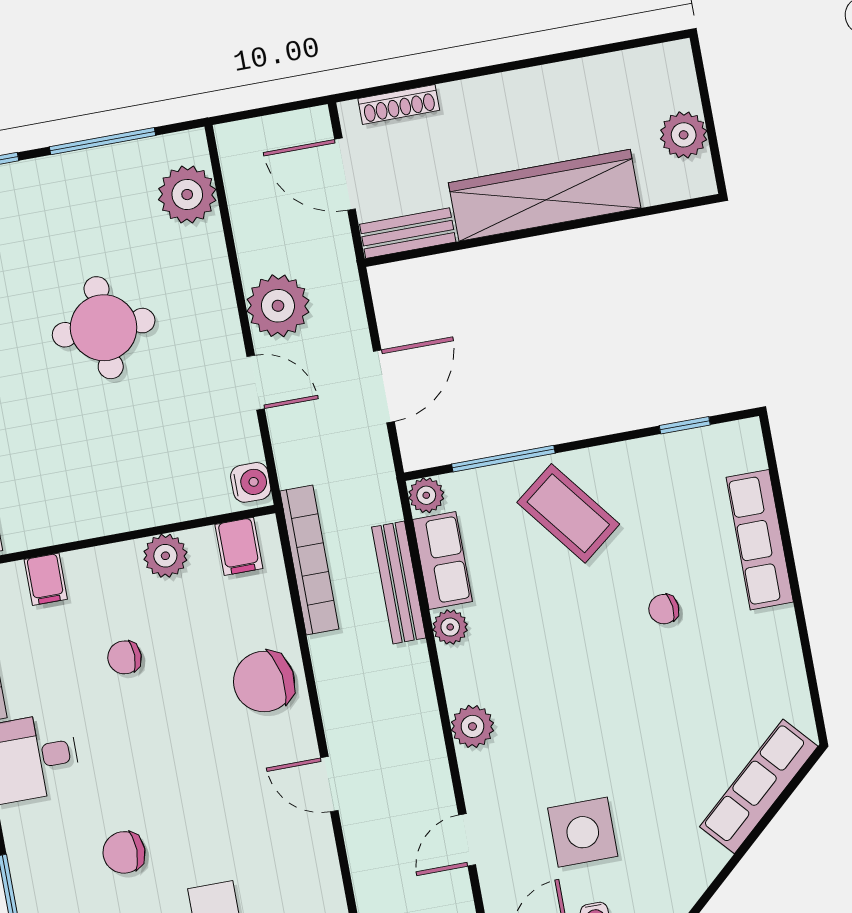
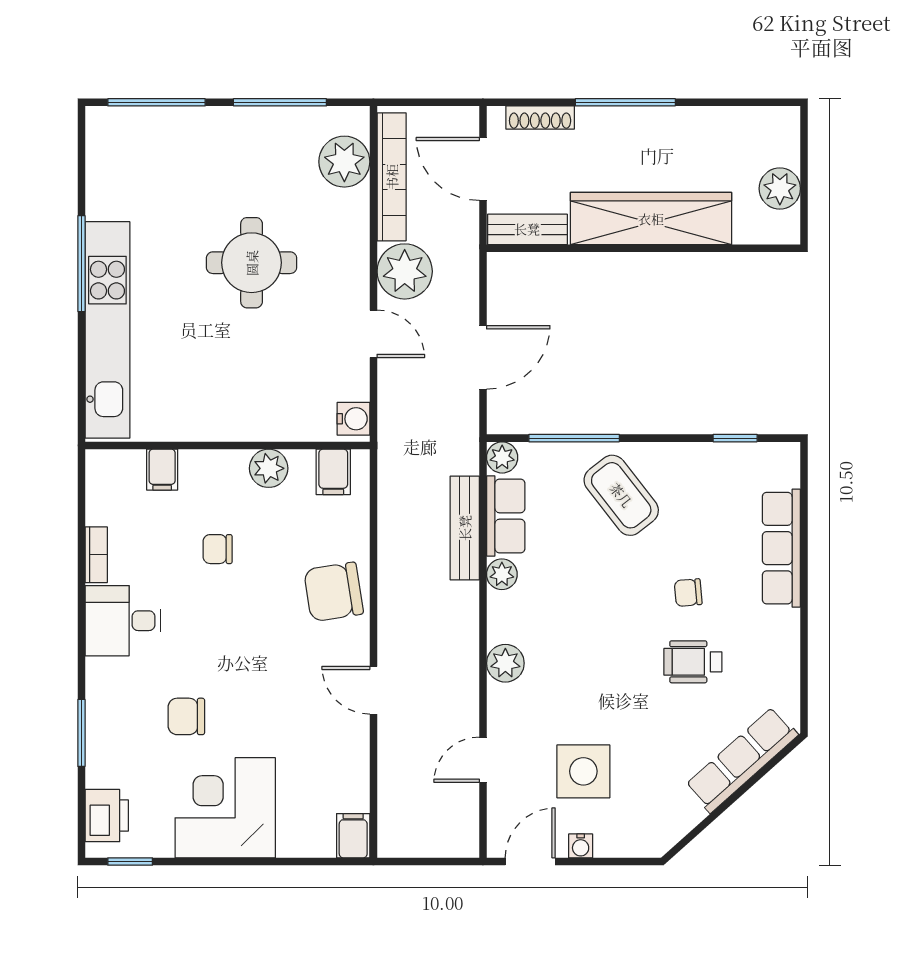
window: (492, 70) -> (625, 102), added
bookcase: (309, 560) -> (392, 177), moved
wheelchair: (684, 686) -> (693, 662), added

